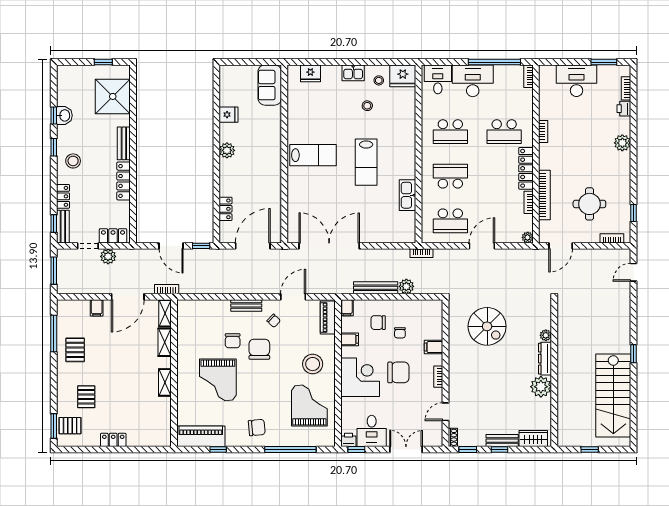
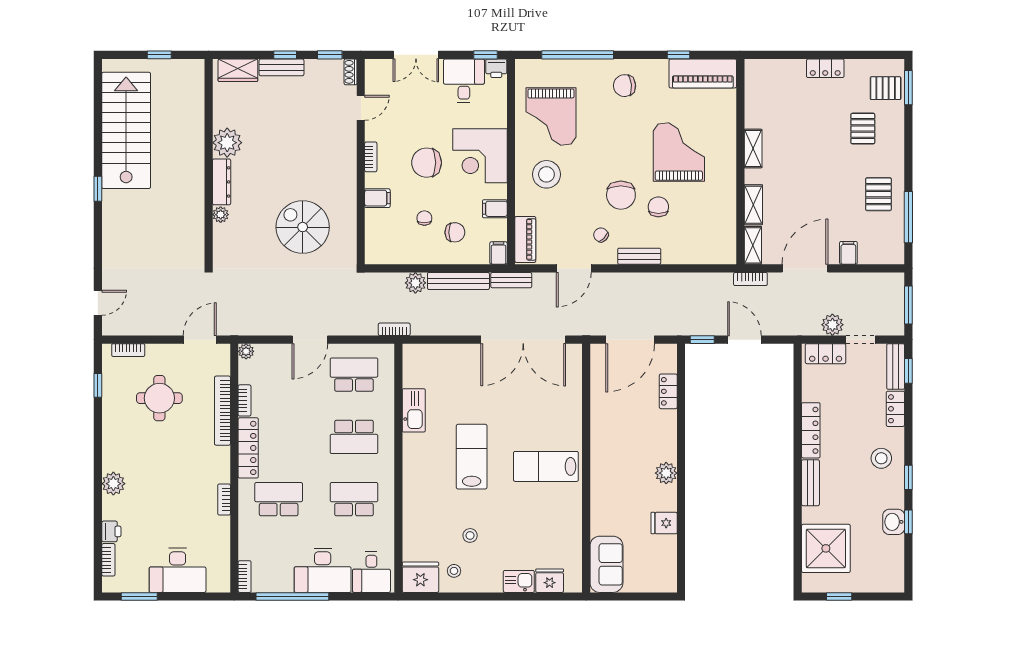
kitchen sink: (353, 73) -> (519, 581), moved
bench: (338, 288) -> (511, 280), added

